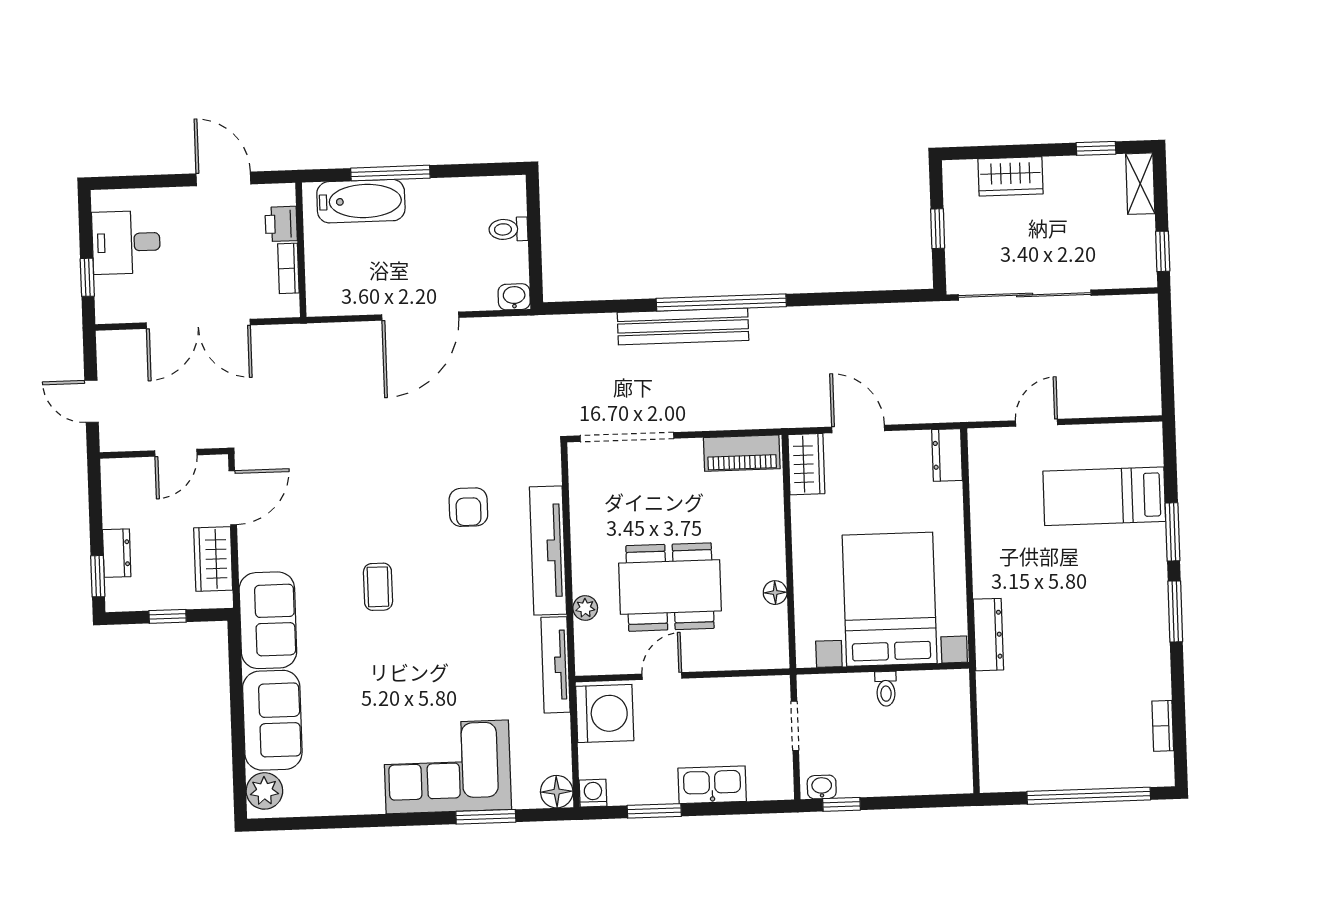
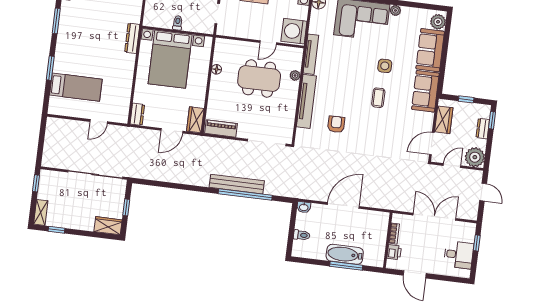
wardrobe: (1011, 176) -> (108, 226), moved
bathtub: (361, 201) -> (345, 254), moved
window: (721, 302) -> (245, 195), moved
door: (858, 429) -> (172, 131), hinge flipped
plant: (125, 482) -> (475, 157), added
window: (1175, 611) -> (56, 21), moved
side table: (375, 665) -> (385, 66), added
plant: (370, 802) -> (395, 10), added

